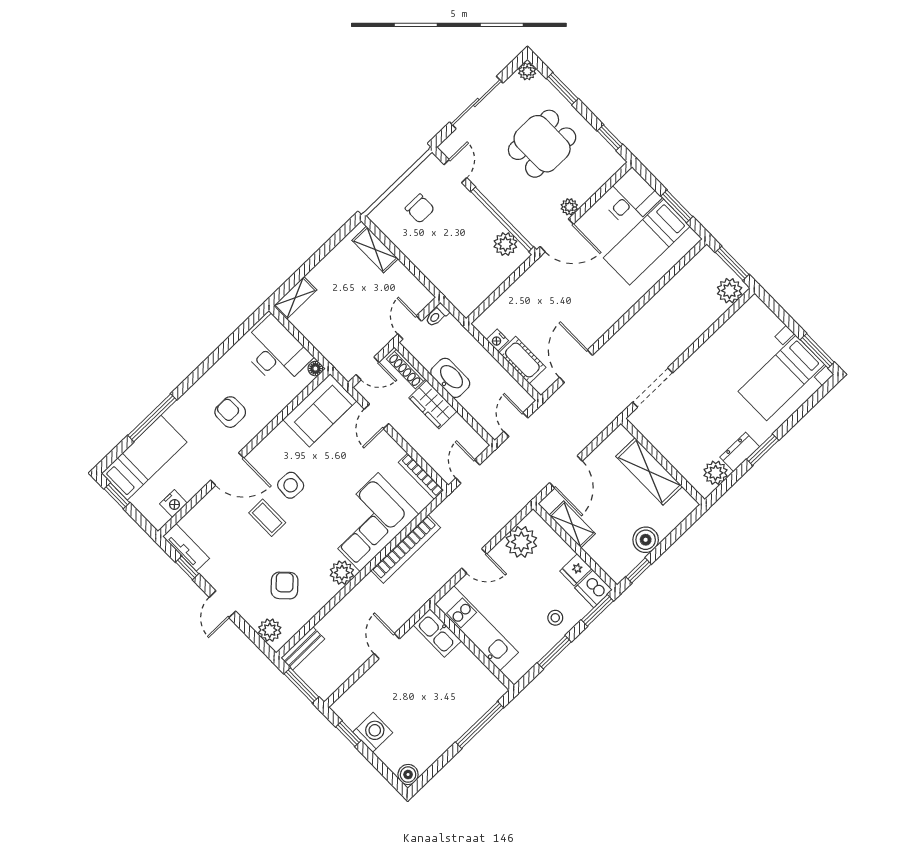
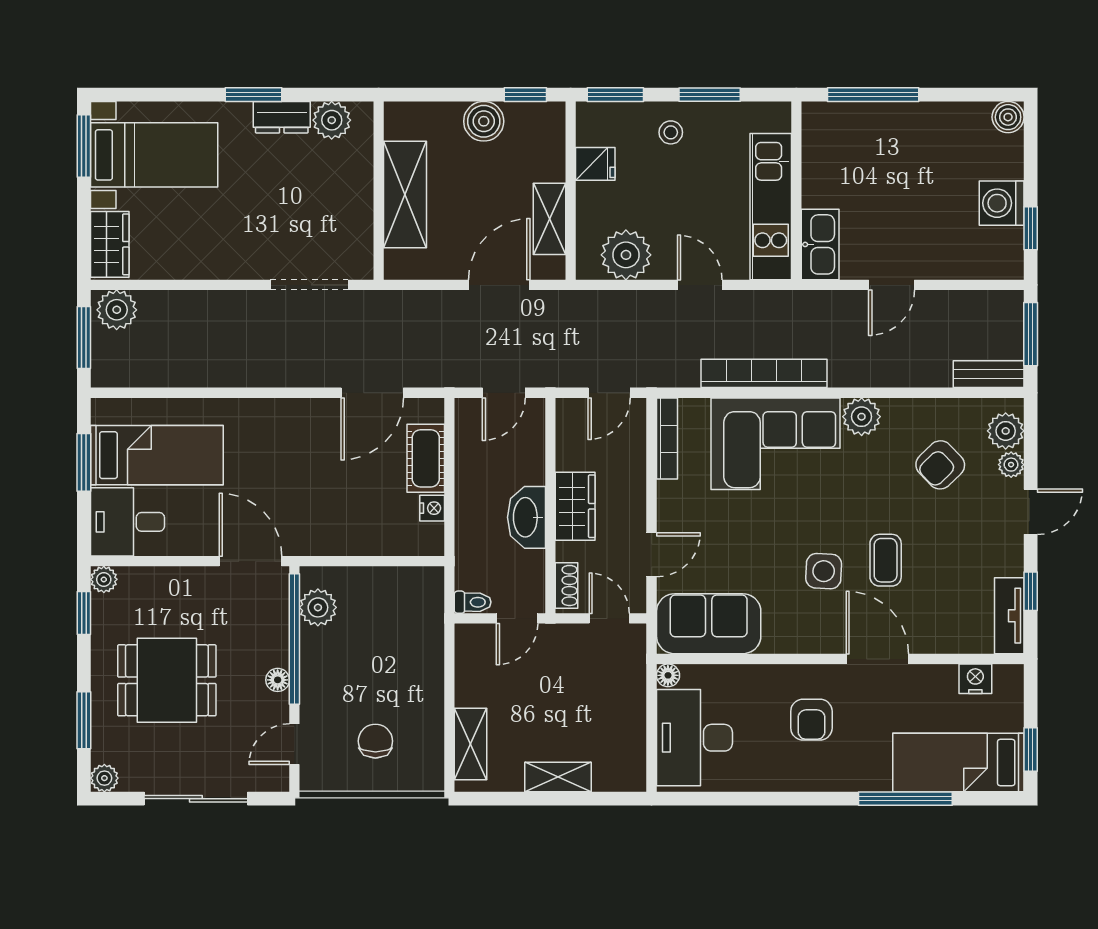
floor lamp: (492, 193) -> (278, 680), added
plant: (569, 207) -> (104, 579), moved
shelving: (295, 298) -> (558, 777), moved
wardrobe: (762, 317) -> (110, 244), added
shoe rack: (406, 369) -> (567, 585), width x0.70
dishwasher: (594, 589) -> (596, 123), removed
plant: (252, 617) -> (1011, 465), added

